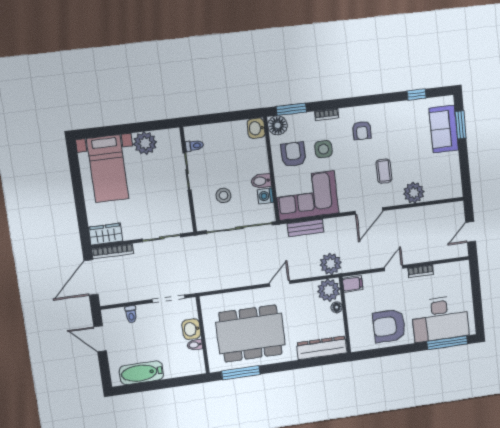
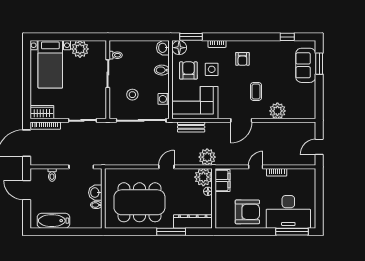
bidet: (261, 181) -> (162, 70), moved
filing cabinet: (353, 284) -> (222, 180), width x2.00
armchair: (389, 326) -> (247, 212), turned 180
window: (241, 373) -> (171, 232), moved

